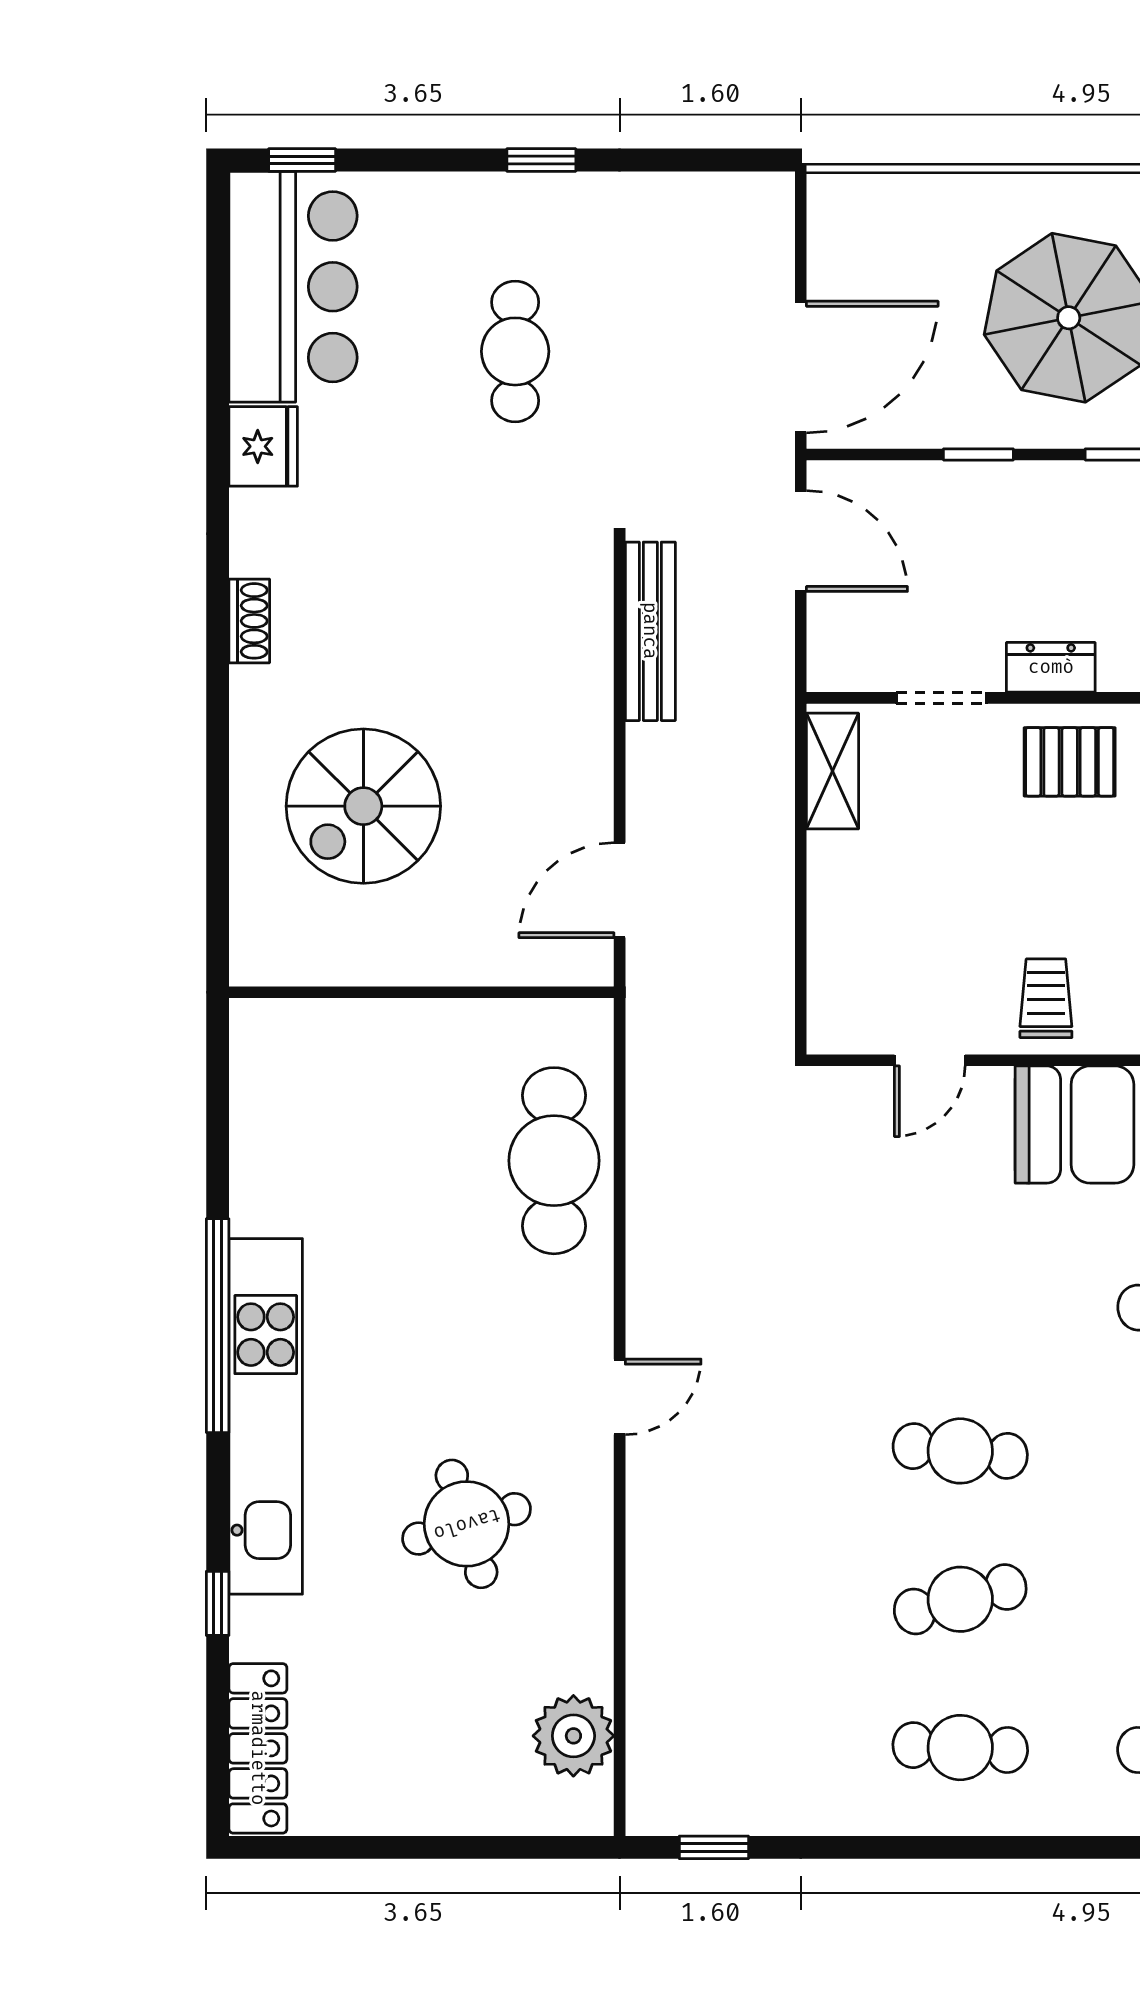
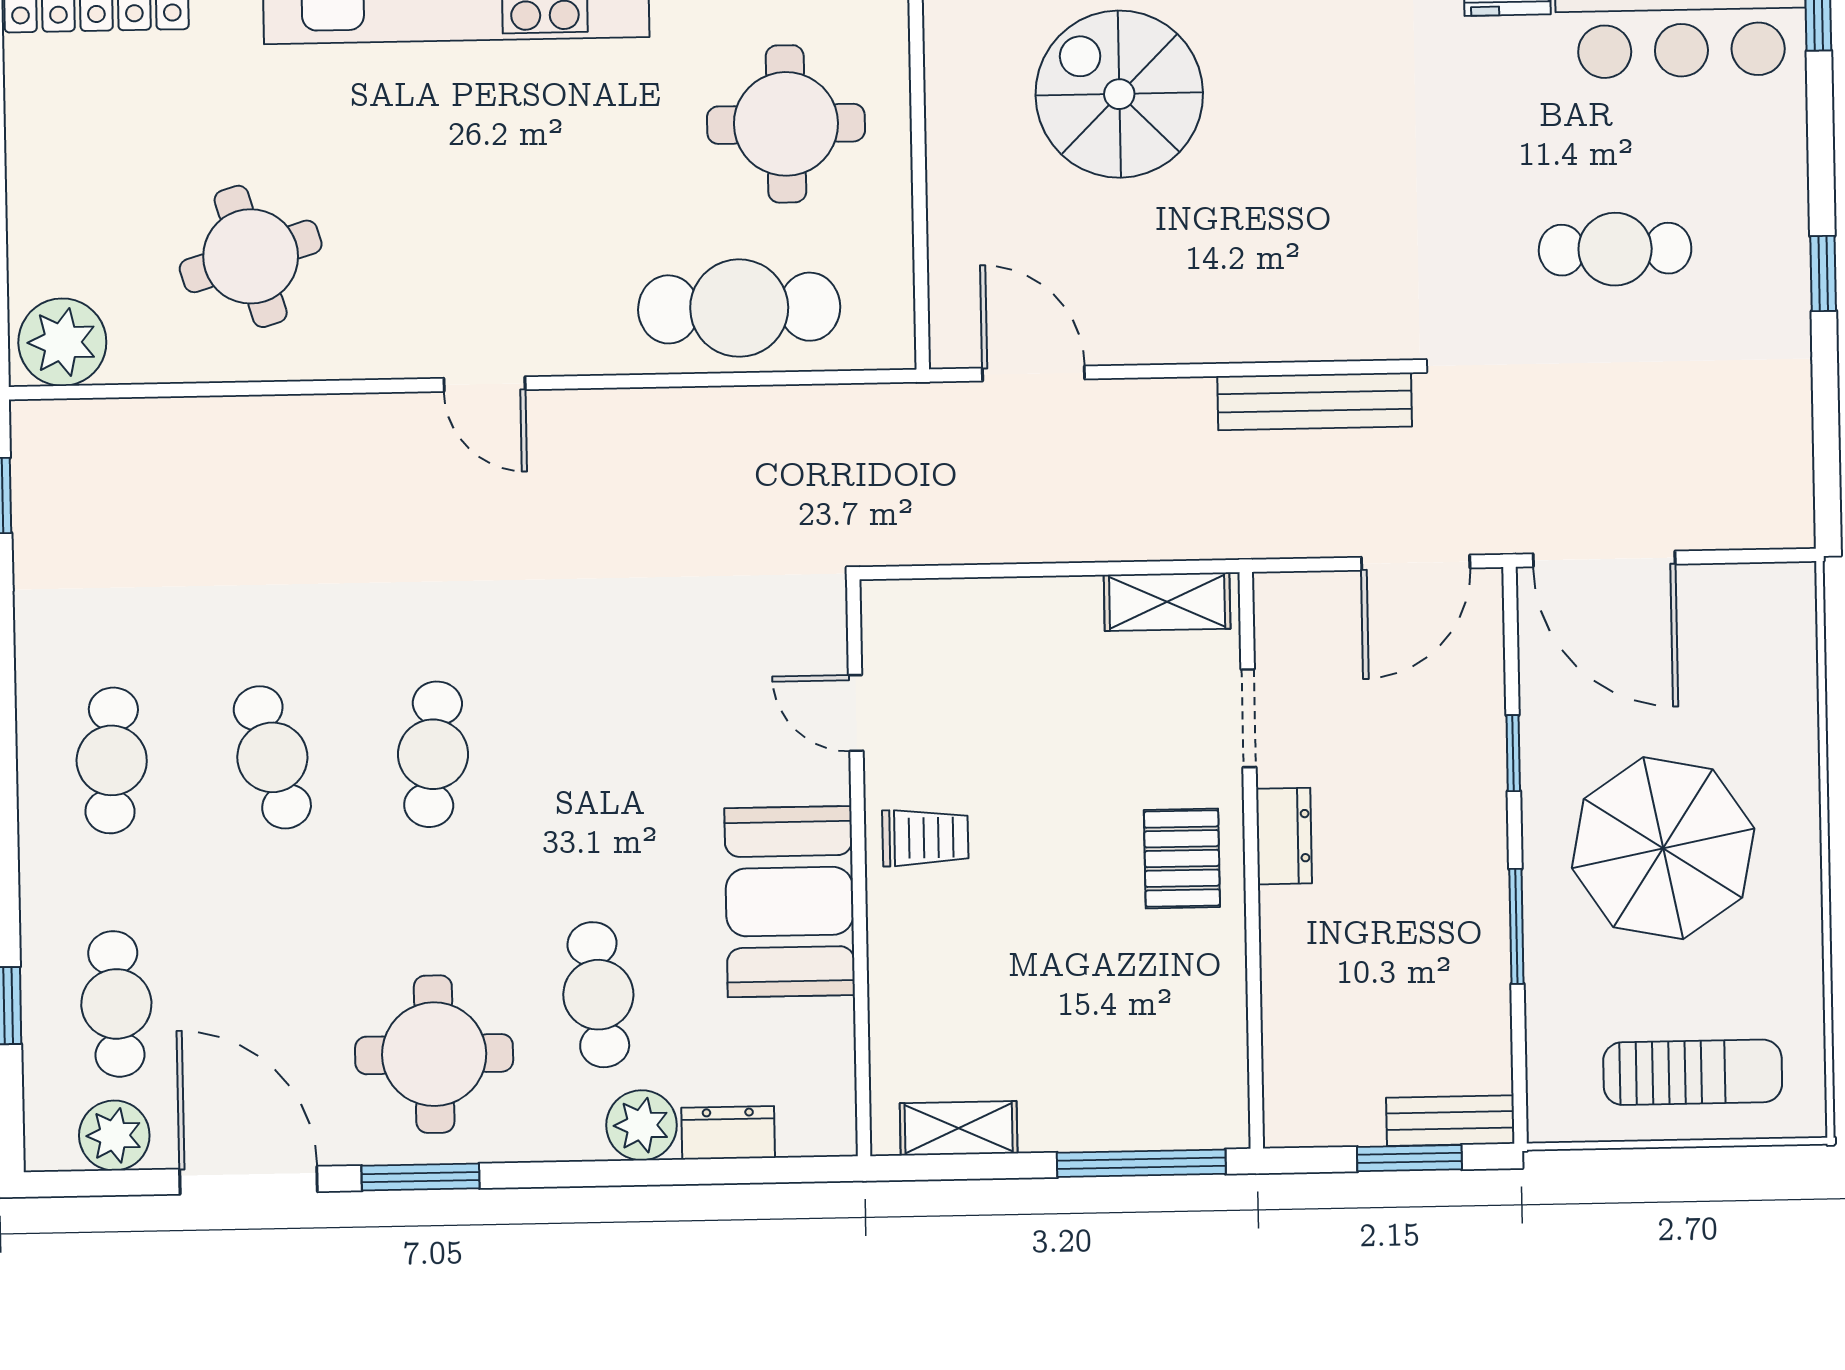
round table: (385, 1114) -> (786, 124), added
round table: (467, 1524) -> (251, 256), moved
plant: (573, 1736) -> (62, 342), moved

